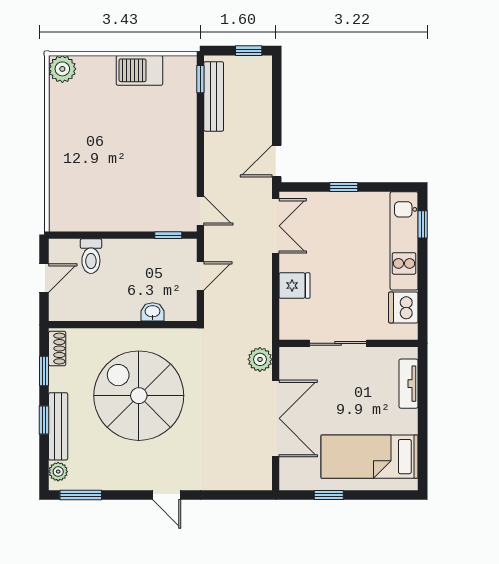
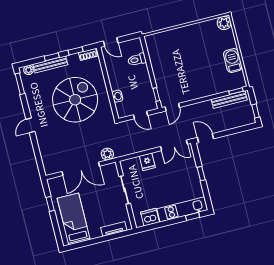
door: (44, 278) -> (111, 42), moved

